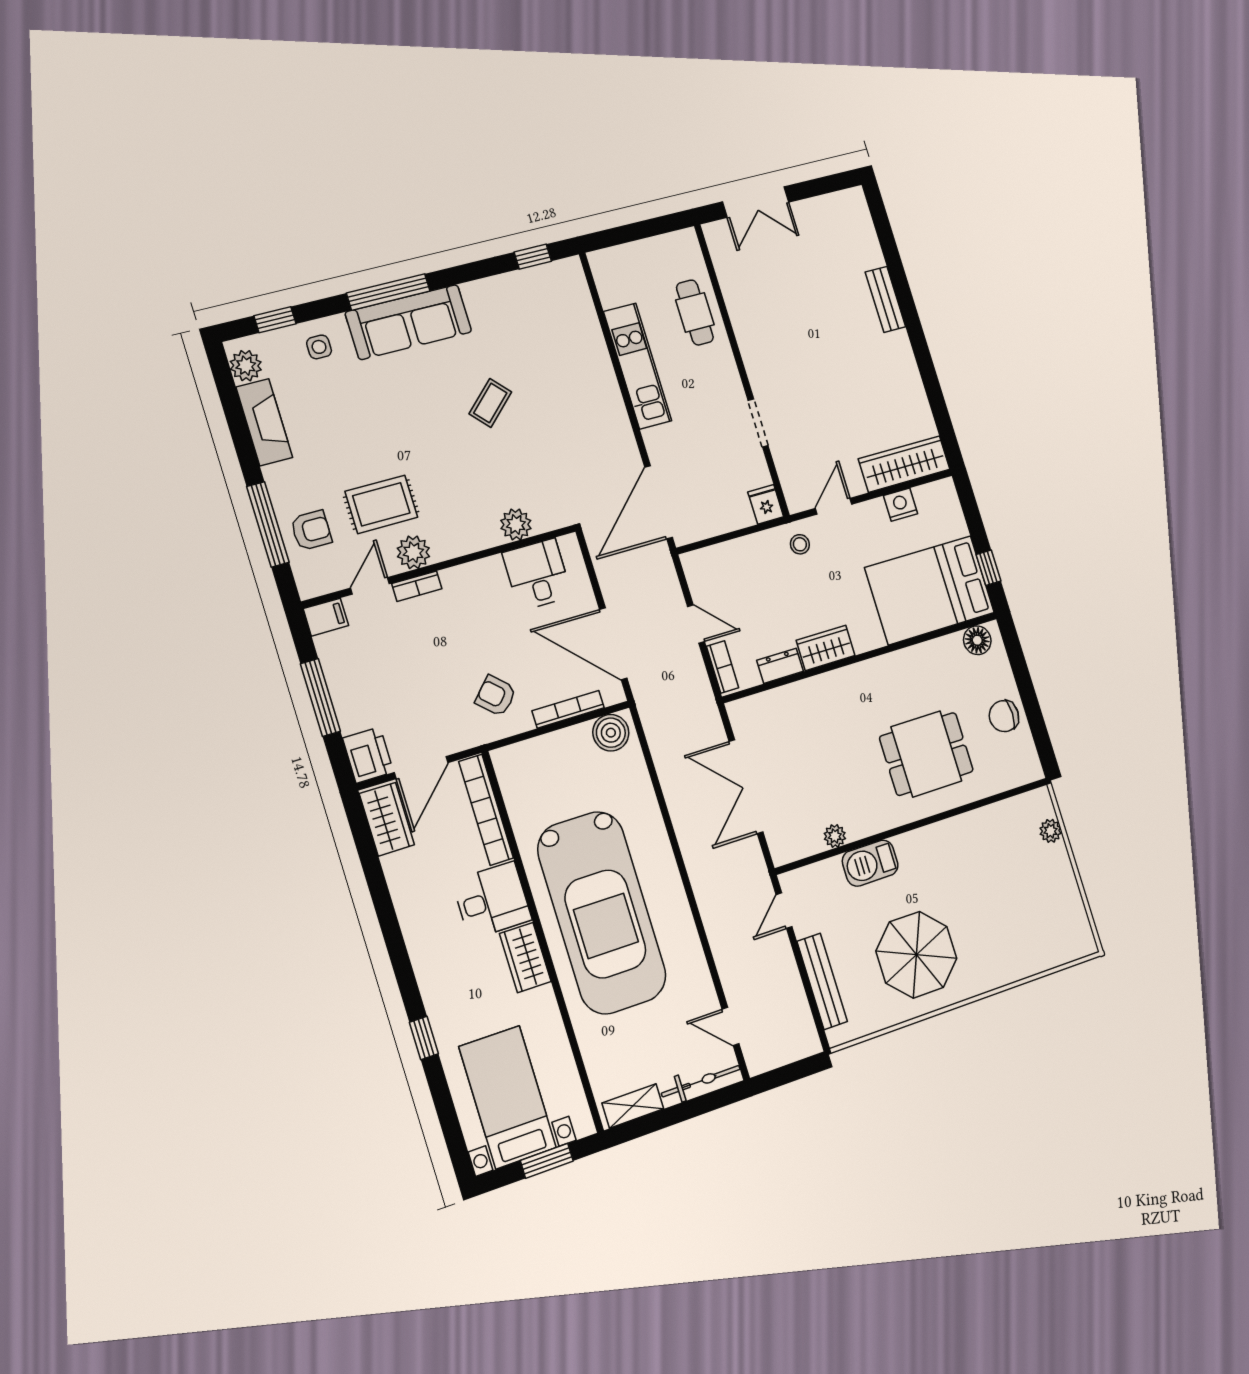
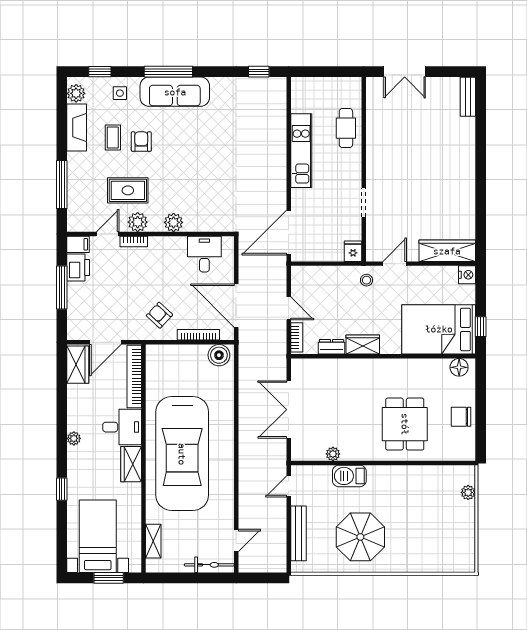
bench: (885, 299) -> (468, 97), moved
coffee table: (490, 403) -> (113, 137), moved, turned -47
nightstand: (901, 505) -> (467, 275), moved, turned 90
plant: (516, 524) -> (174, 222), moved
armchair: (311, 530) -> (141, 142), moved, turned -90
dining table: (926, 754) -> (405, 424), turned 90
printer: (368, 755) -> (78, 268), moved
plant: (418, 946) -> (74, 438), added
door: (731, 1027) -> (236, 541), swing flipped
shelving: (633, 1106) -> (153, 541), moved, turned 90

